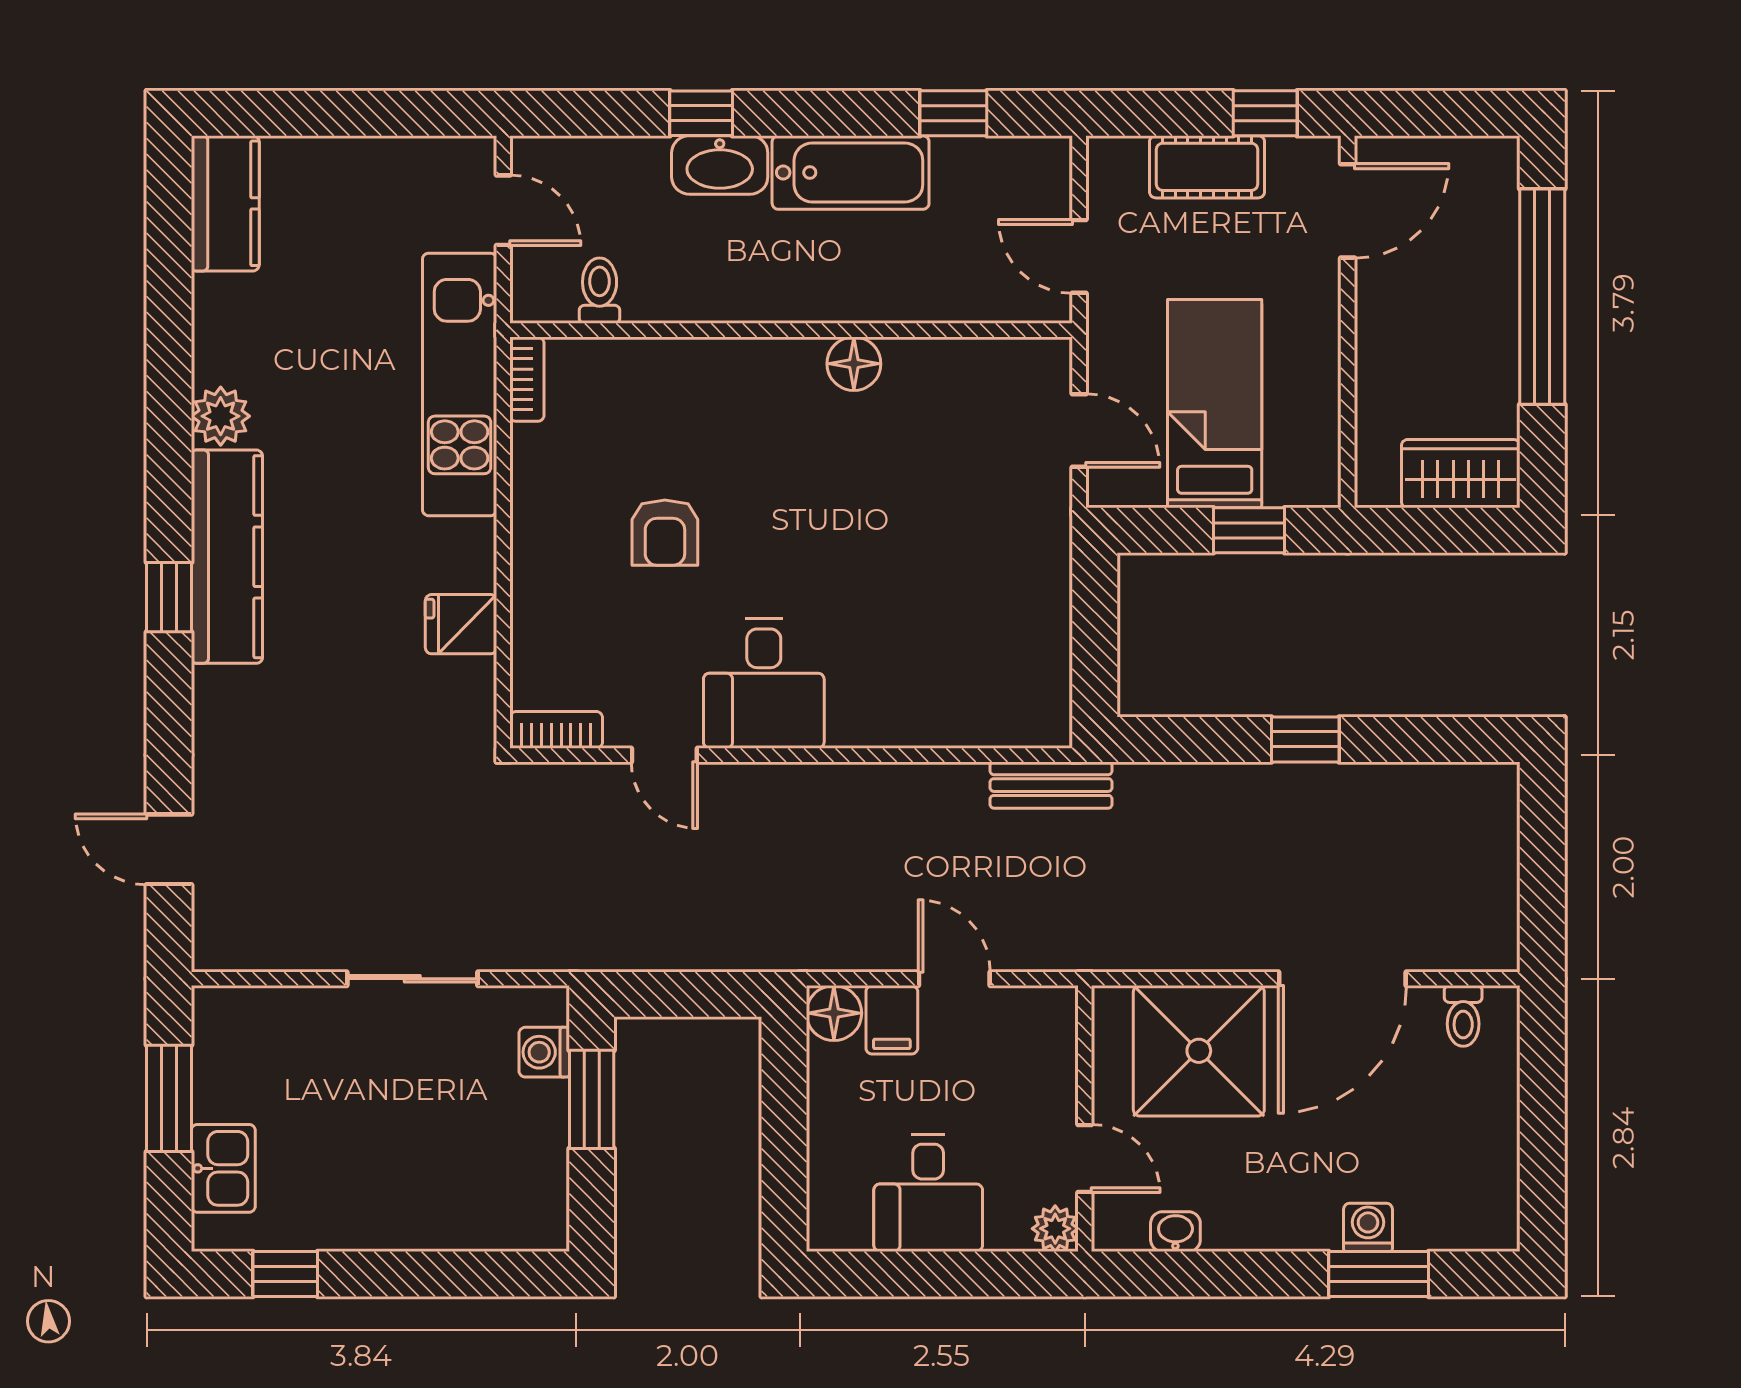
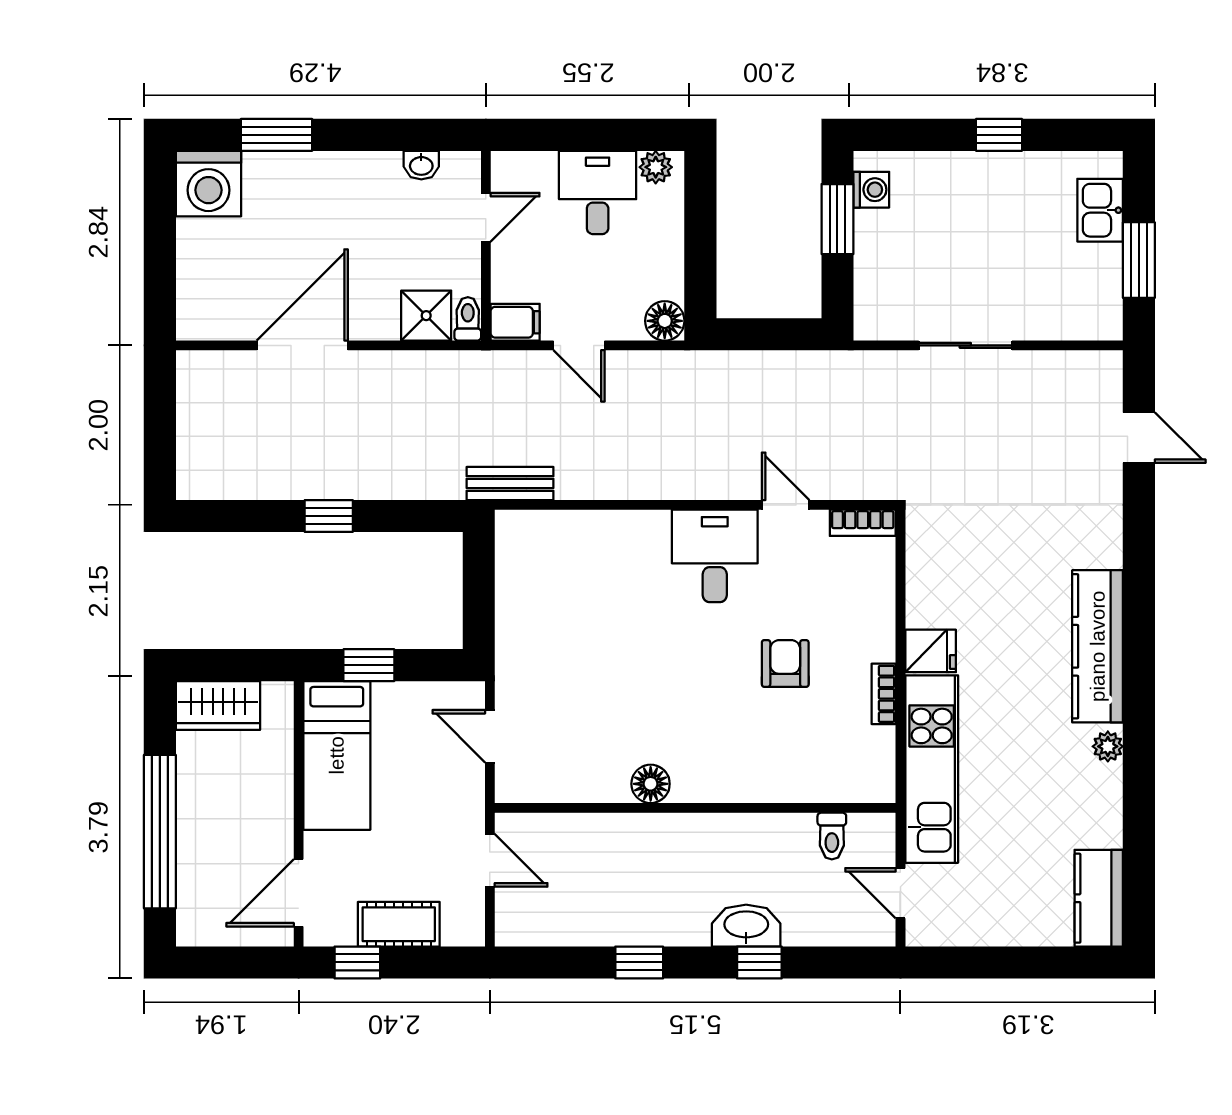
window: (953, 113) -> (639, 962), moved
bathtub: (851, 173) -> (653, 920), removed
bookcase: (527, 379) -> (884, 694), moved
bed: (1215, 404) -> (337, 755), moved
plant: (221, 416) -> (1108, 746), width x0.73, depth x0.73
window: (169, 597) -> (1139, 618), removed
fridge: (461, 624) -> (931, 651), moved
toilet: (1463, 1016) -> (468, 319), moved
filing cabinet: (892, 1020) -> (515, 322), moved, turned 90
shower: (1199, 1051) -> (426, 316), width x0.54, depth x0.54
washing machine: (544, 1052) -> (871, 190), moved
window: (592, 1099) -> (837, 219), moved
door: (1085, 1159) -> (486, 217), swing flipped
washing machine: (1368, 1227) -> (208, 184), moved, width x1.89, depth x1.89
plant: (1055, 1229) -> (656, 167), moved
window: (285, 1274) -> (999, 135), moved

